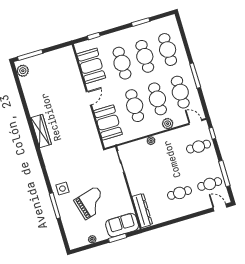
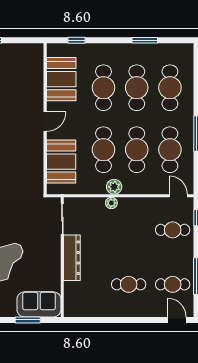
plant: (168, 124) -> (114, 187), moved
dresser: (142, 210) -> (72, 258), moved

